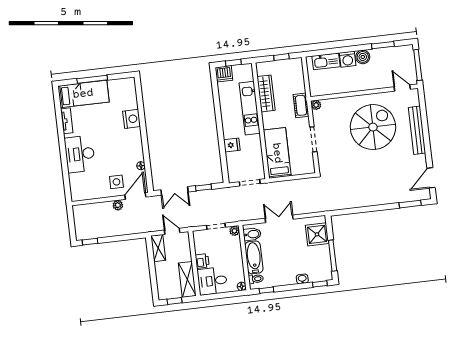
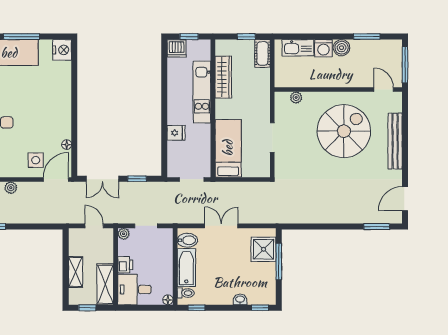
cot: (301, 105) -> (262, 54), moved
plant: (316, 105) -> (296, 98), moved
nightstand: (132, 119) -> (62, 50), moved
plant: (118, 205) -> (11, 188), moved
plant: (234, 231) -> (124, 234), moved
shelving: (158, 248) -> (76, 272), moved
window: (333, 256) -> (279, 261), moved

